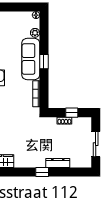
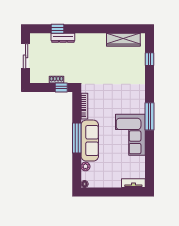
window: (44, 62) -> (77, 138), width x2.17
window: (72, 113) -> (61, 88), moved
window: (42, 172) -> (57, 29), moved

